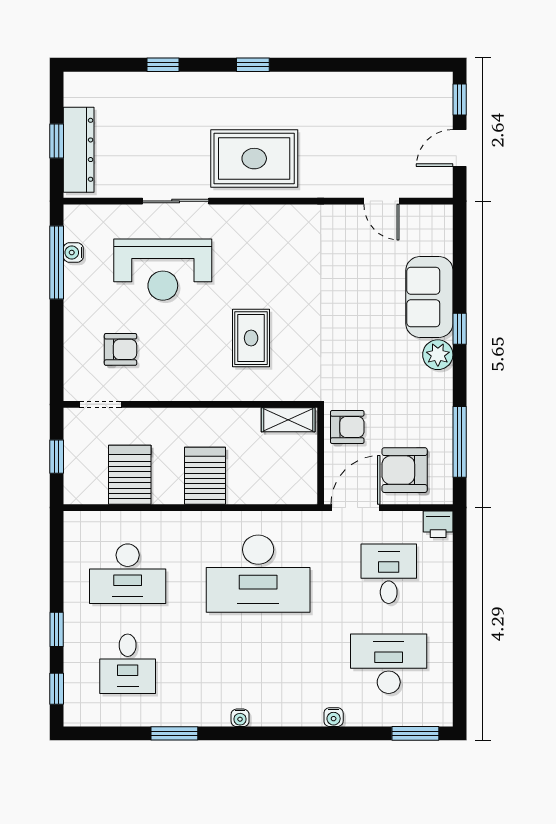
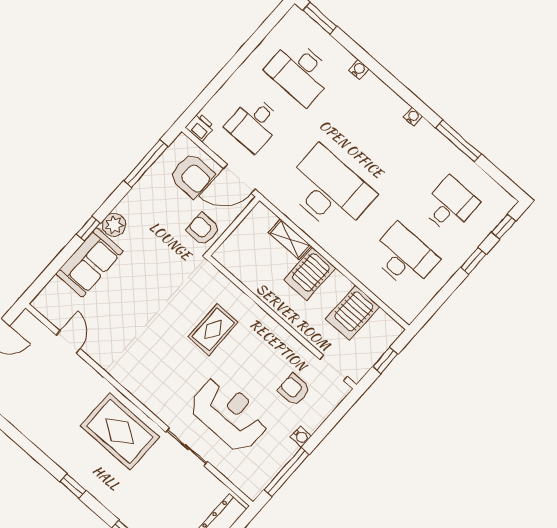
water cooler: (73, 253) -> (301, 437), moved
shelving: (288, 420) -> (290, 239), moved
window: (174, 733) -> (459, 141), width x1.44

